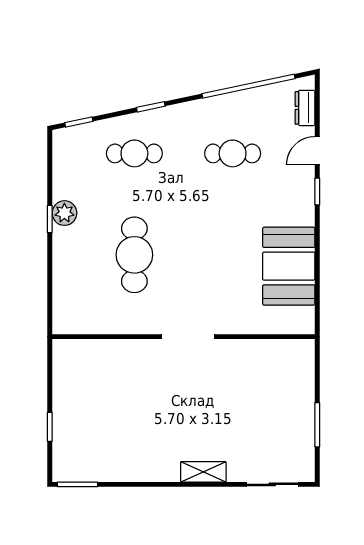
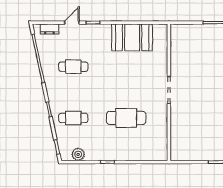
door: (317, 151) -> (72, 23), swing flipped
cafe table: (134, 153) -> (73, 118), turned 90
cafe table: (233, 153) -> (73, 67), turned 90
plant: (64, 213) -> (78, 154), moved

